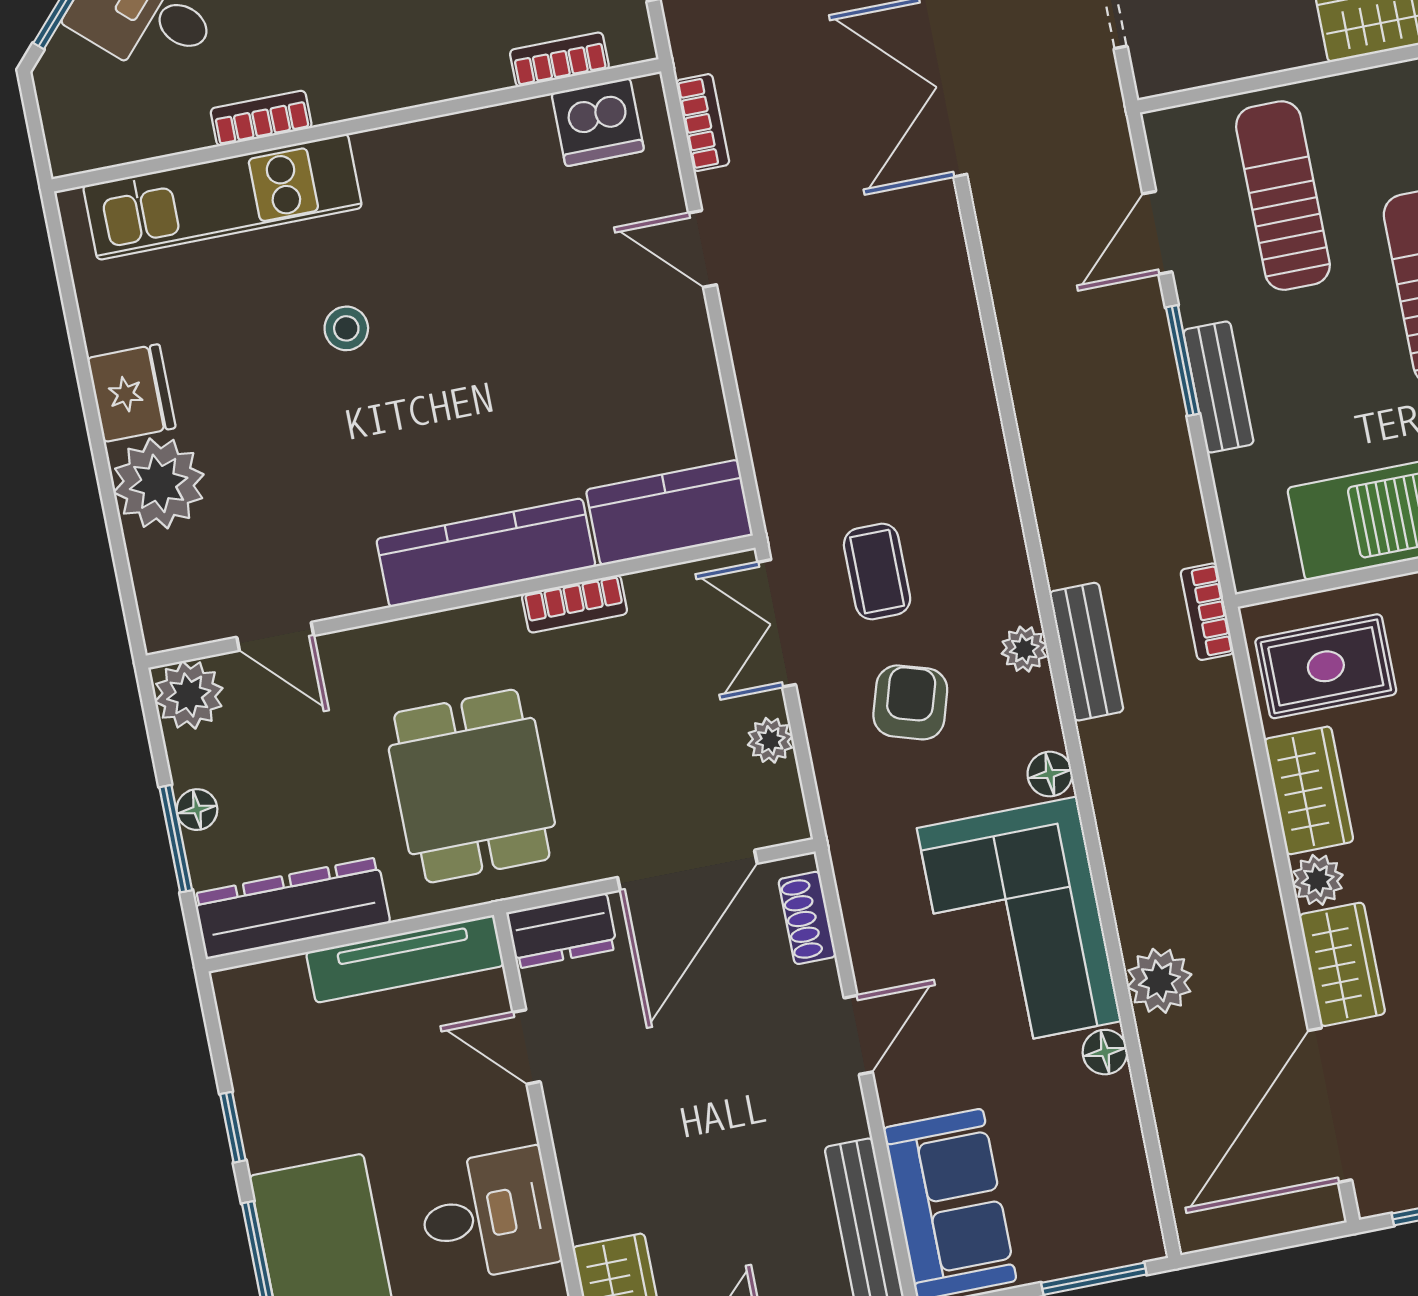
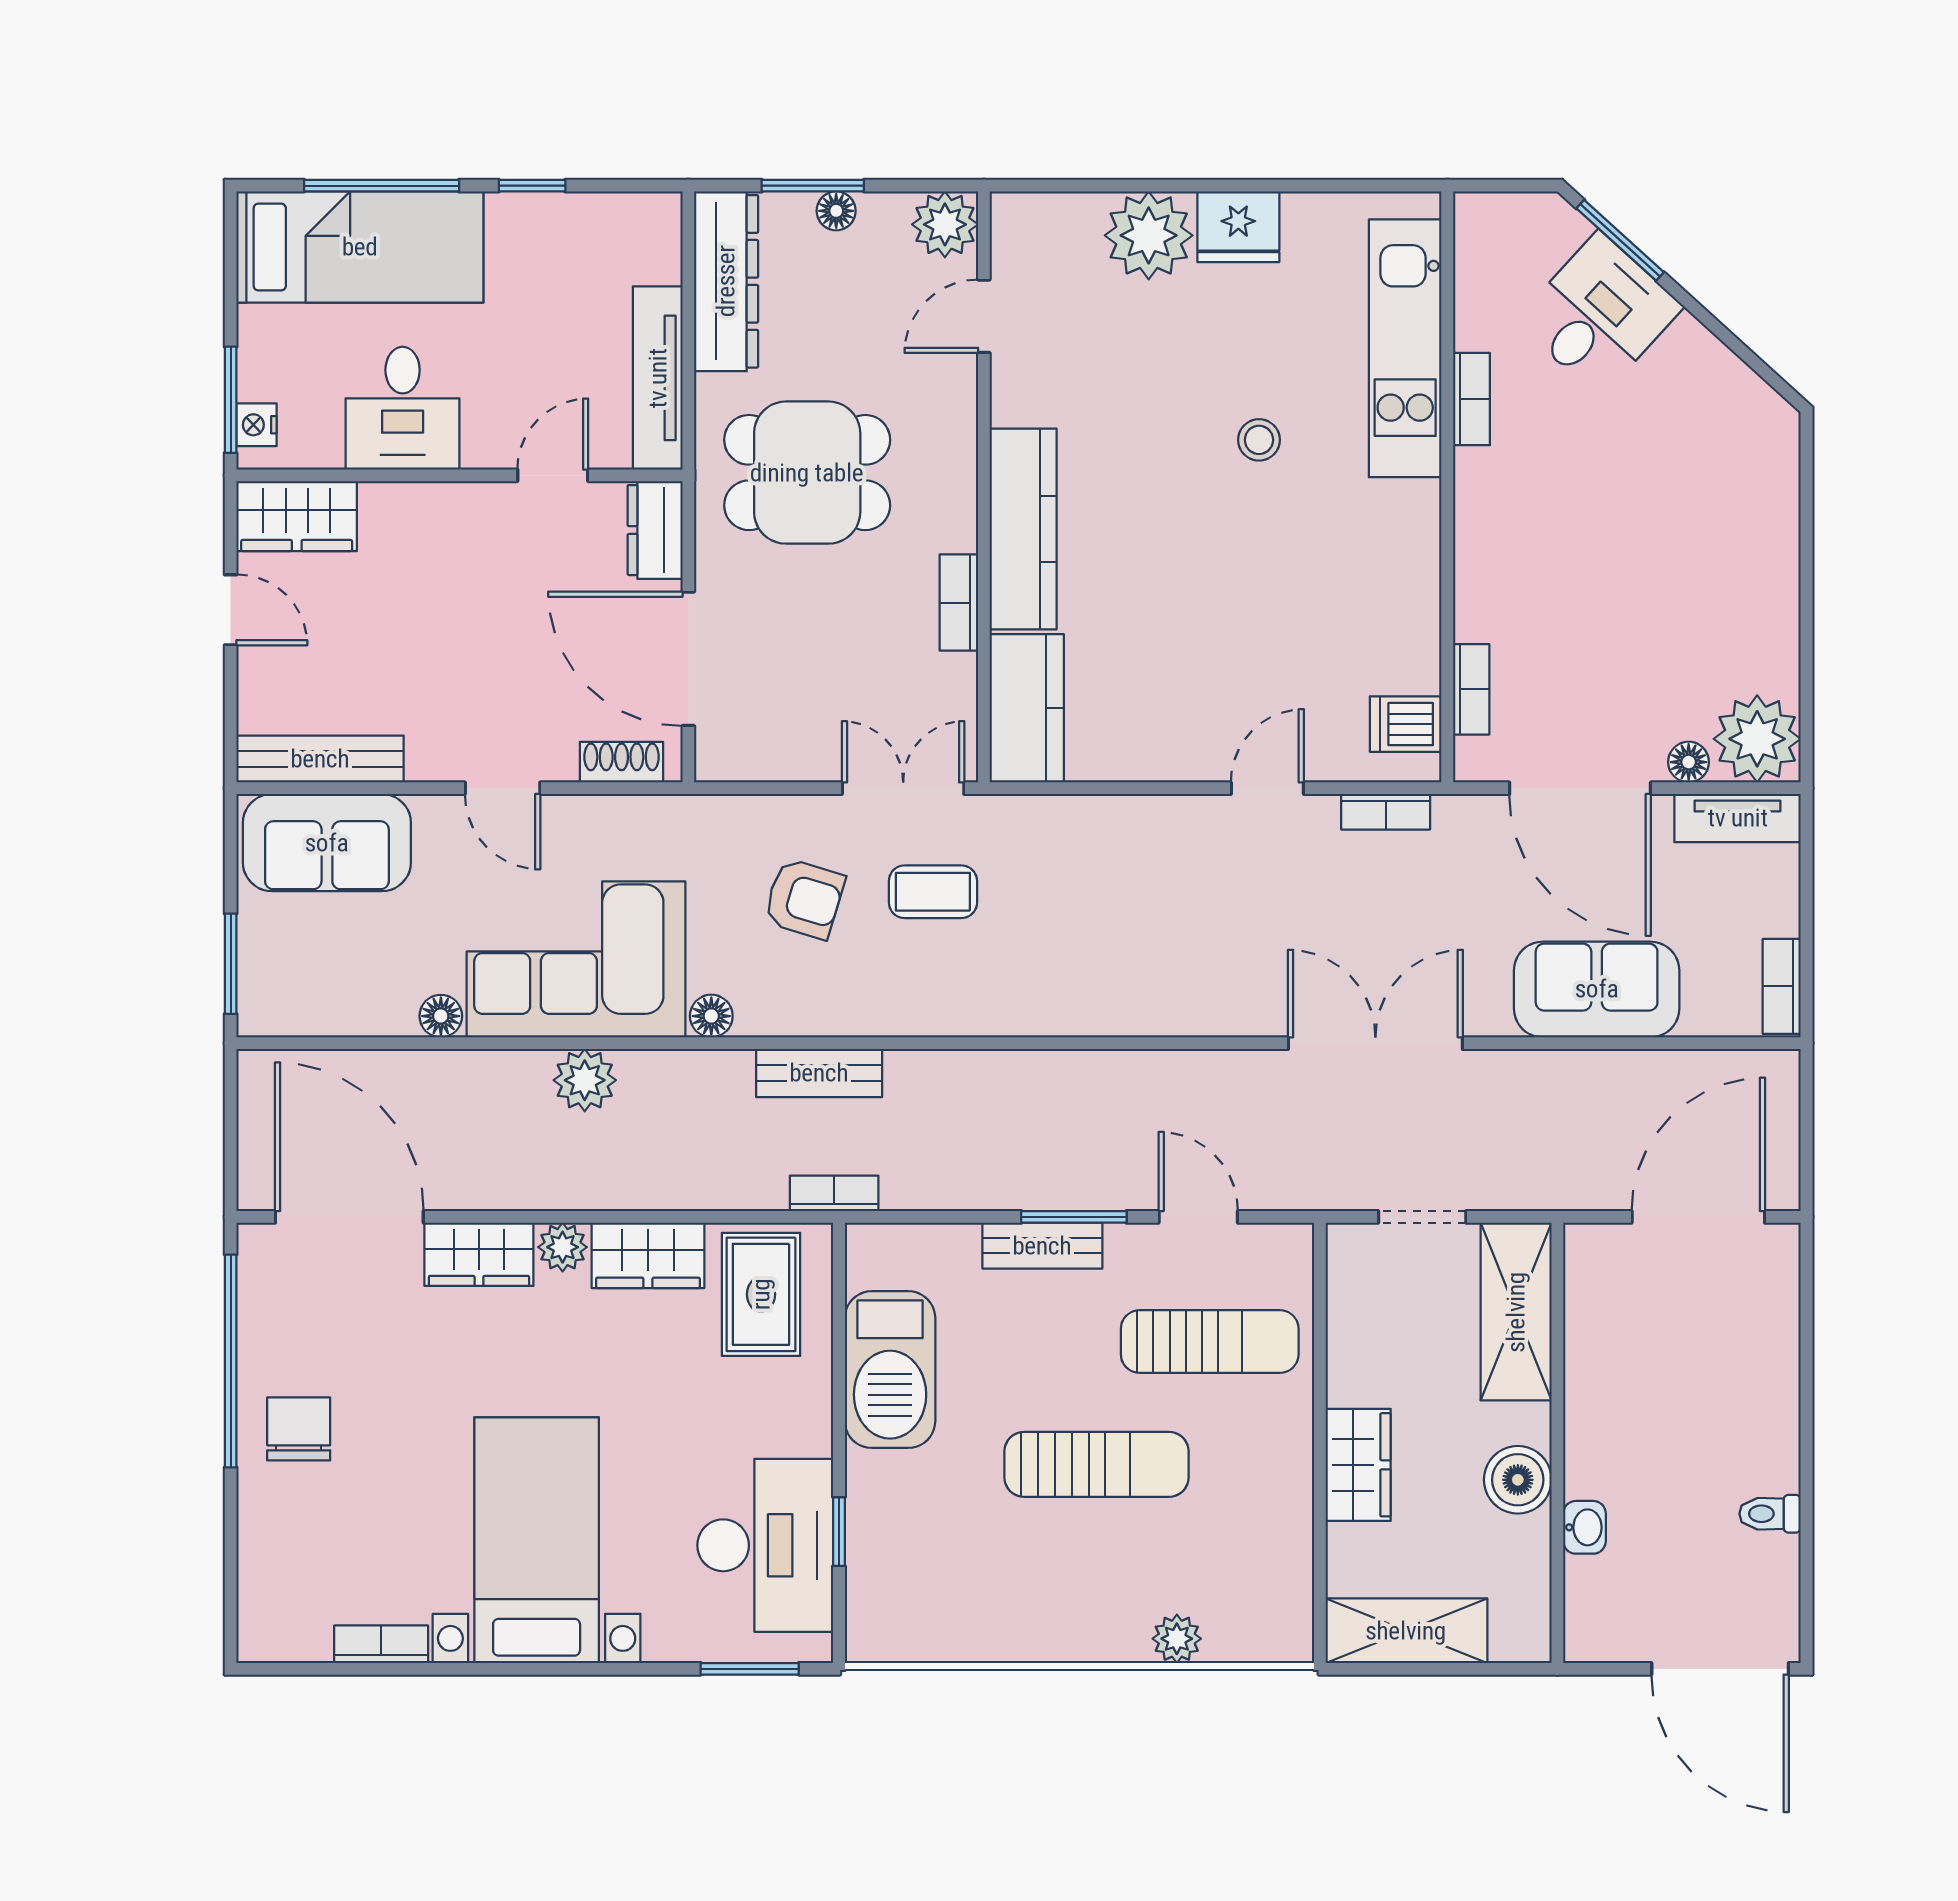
dishwasher: (598, 122) -> (1406, 724), width x0.73
plant: (1024, 649) -> (833, 1015), removed
plant: (770, 740) -> (795, 760), removed
plant: (1159, 981) -> (585, 1080), moved

